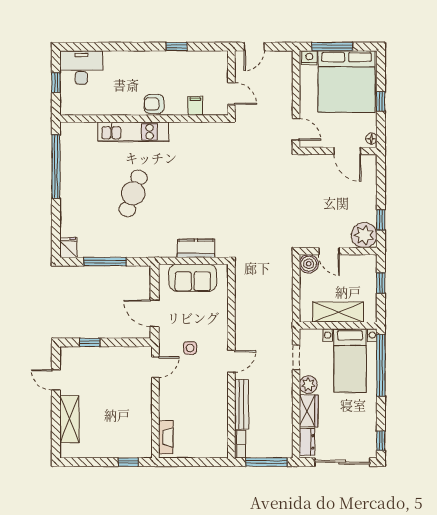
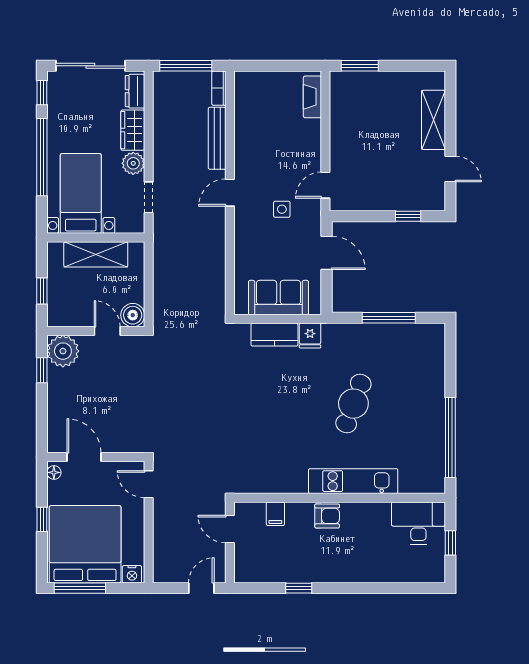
window: (332, 47) -> (80, 588), moved
desk: (81, 67) -> (418, 523), moved, turned 180
fridge: (68, 248) -> (310, 336), moved
window: (381, 365) -> (42, 157), moved
window: (128, 462) -> (360, 66), width x1.50

